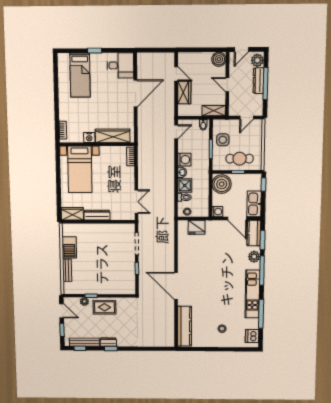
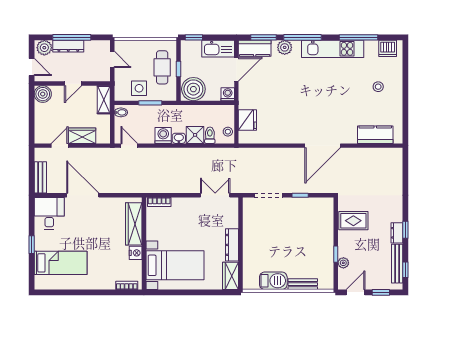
bench: (150, 58) -> (40, 177), added
rug: (104, 307) -> (353, 221), moved, turned 90
kitchen counter: (184, 326) -> (375, 135), width x0.67

